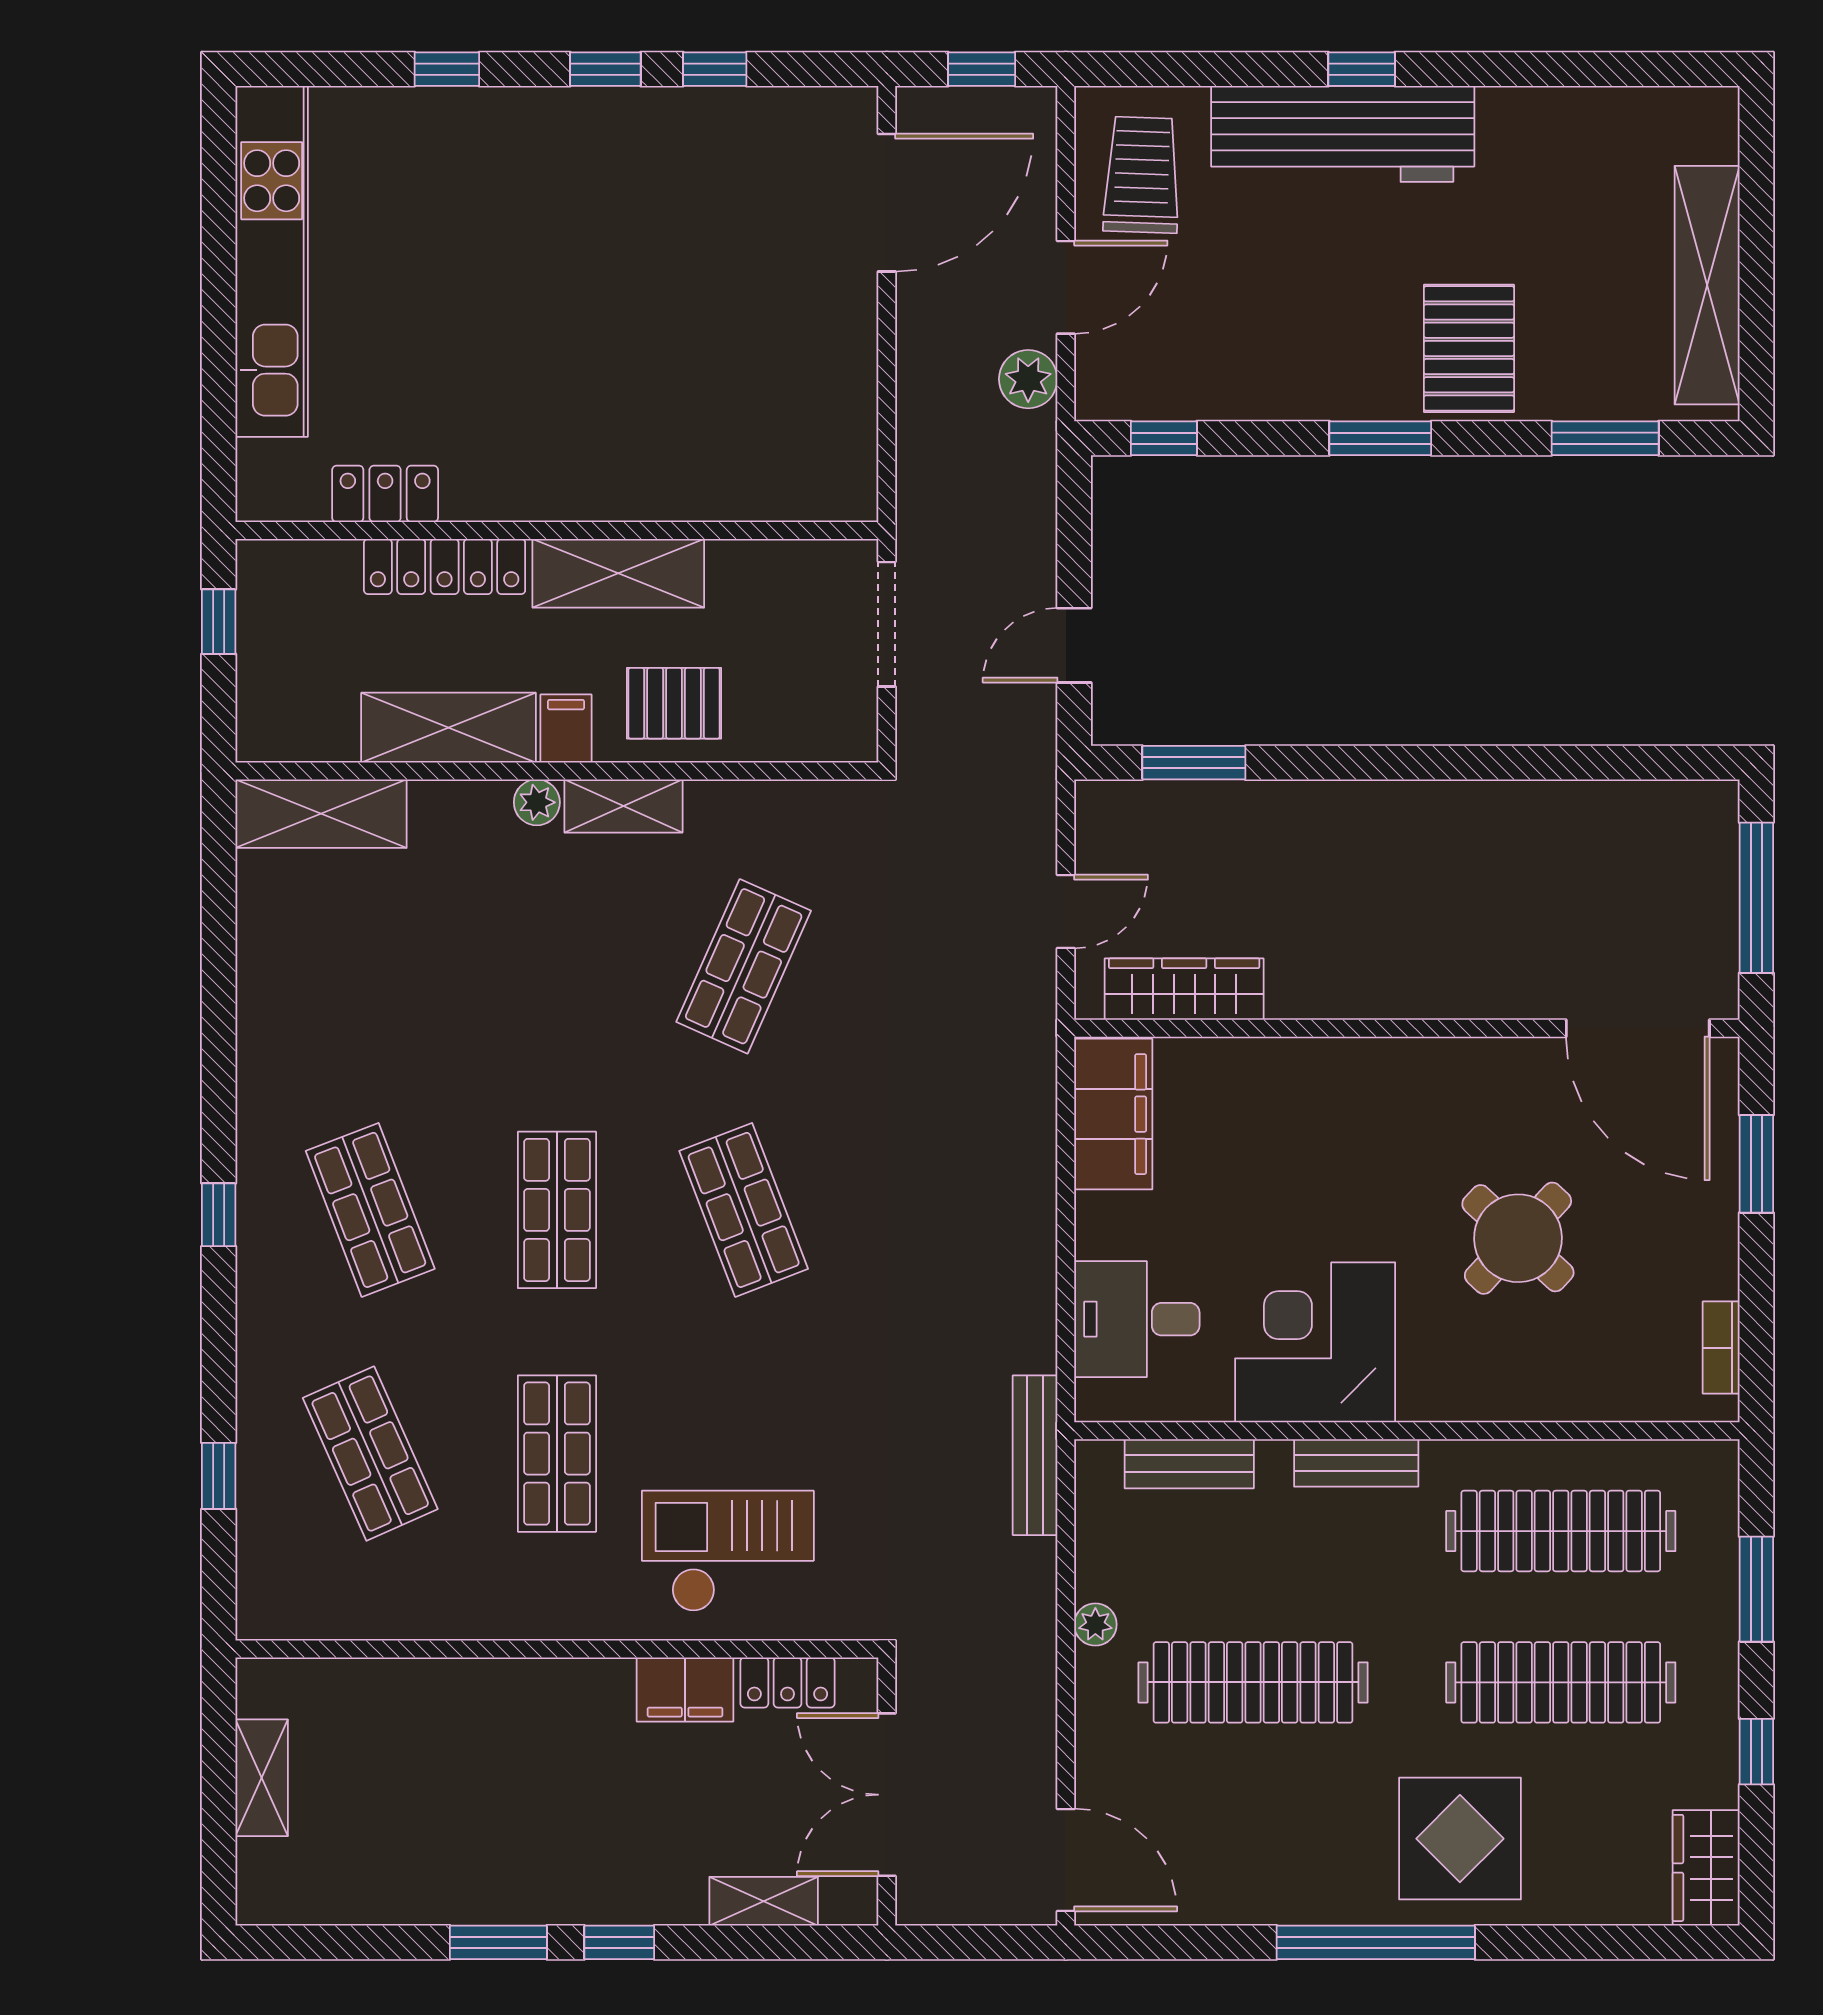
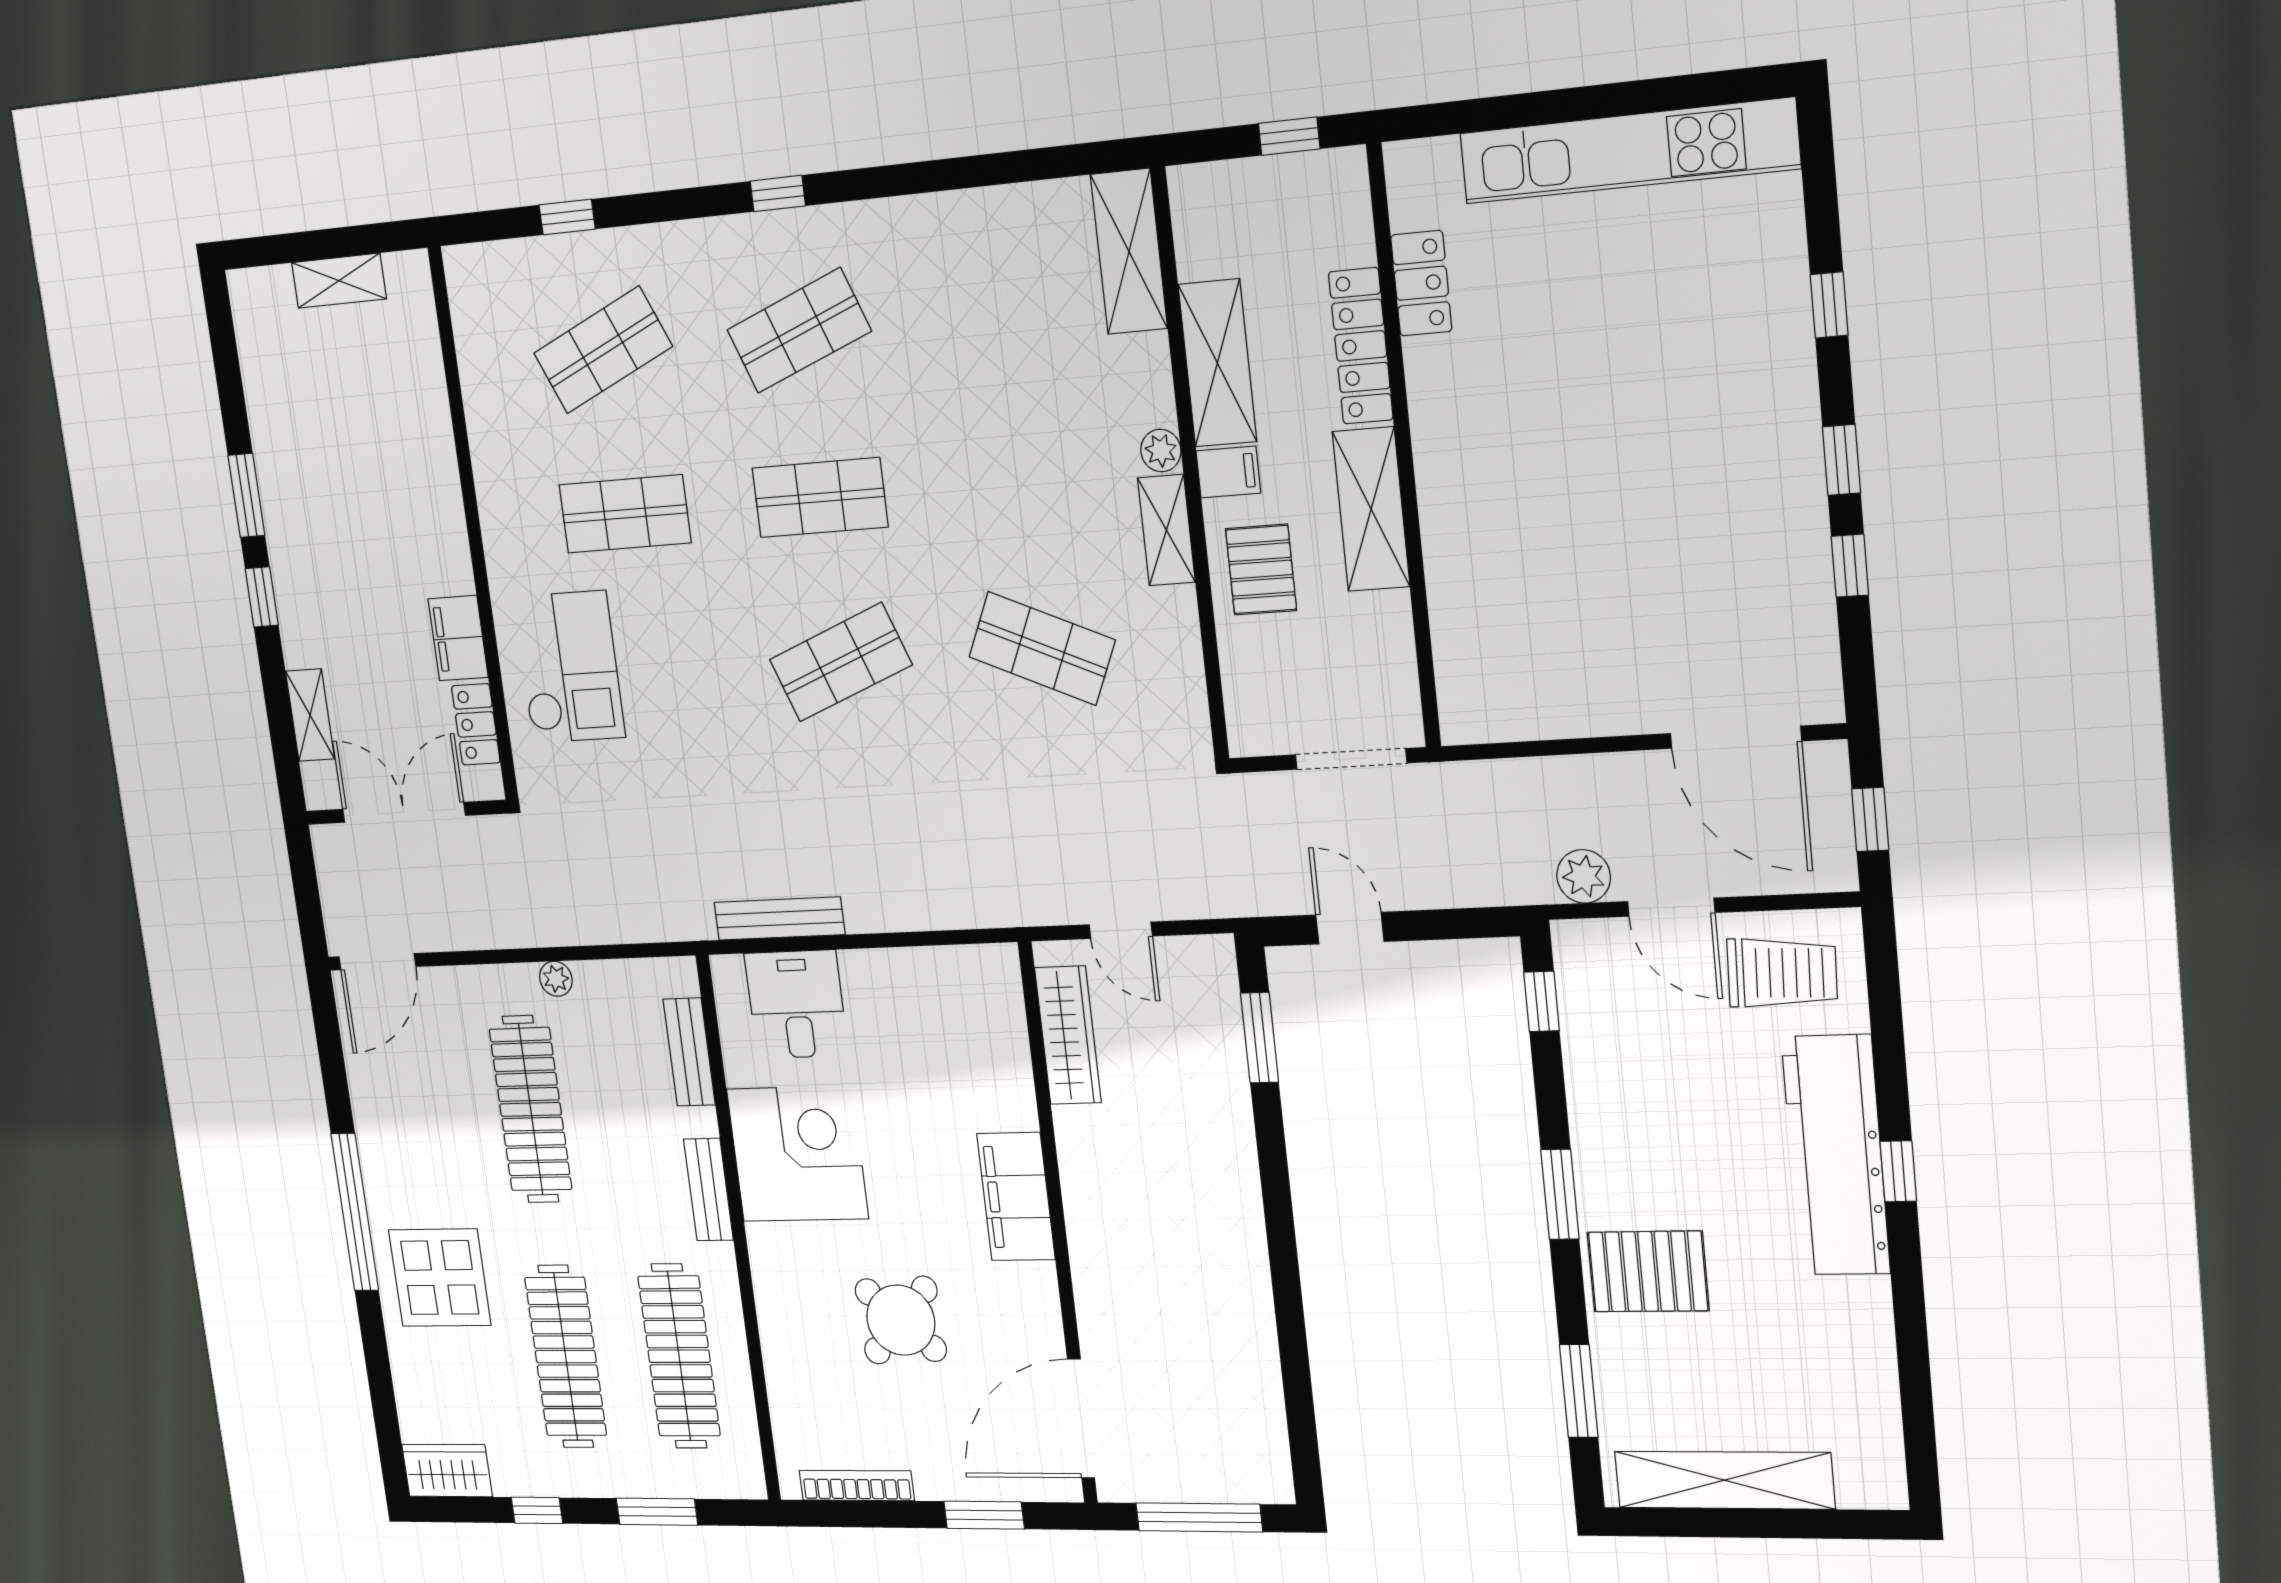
filing cabinet: (1113, 1114) -> (1016, 1197), moved, turned 90
bookcase: (1721, 1348) -> (857, 1485), width x1.56
bench: (1035, 1455) -> (779, 919), moved

